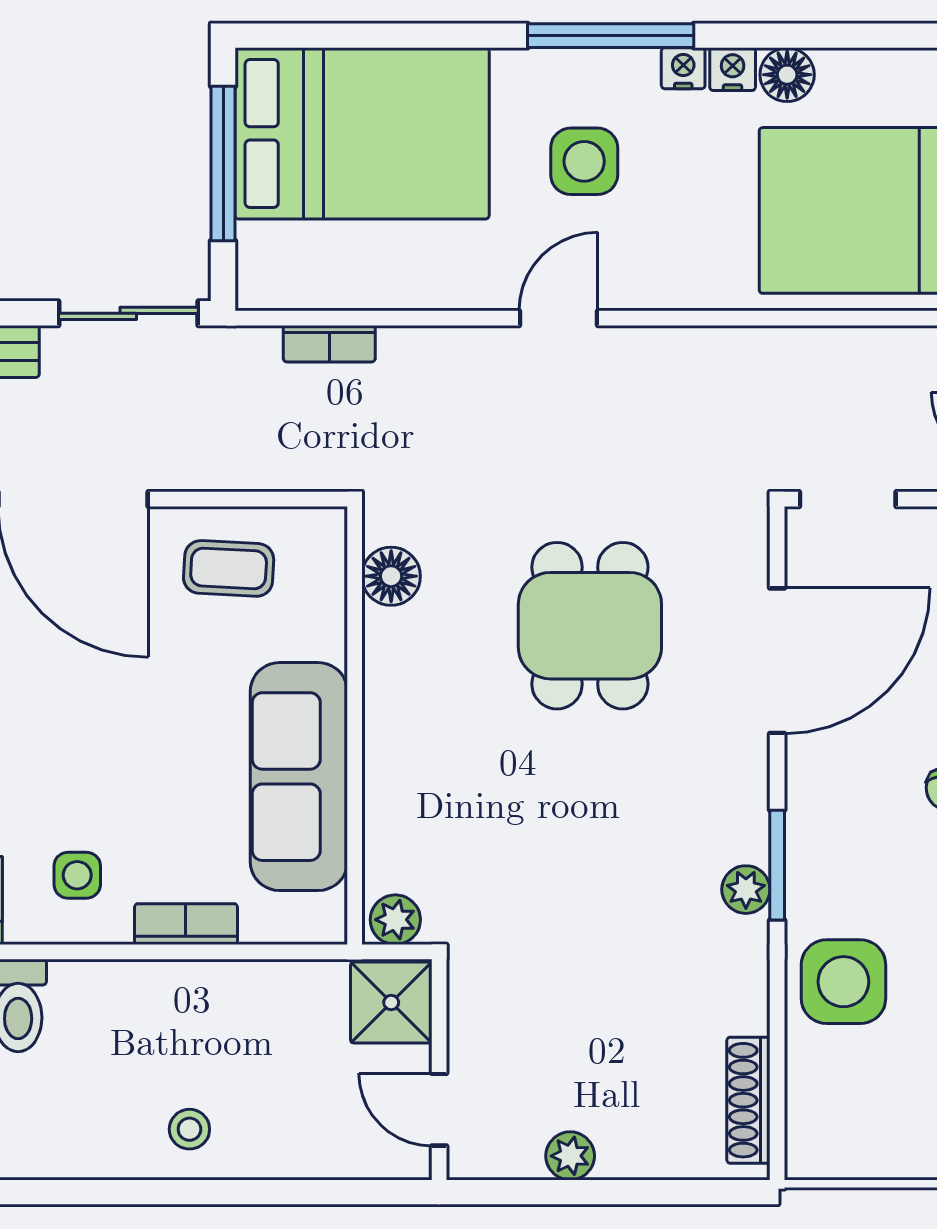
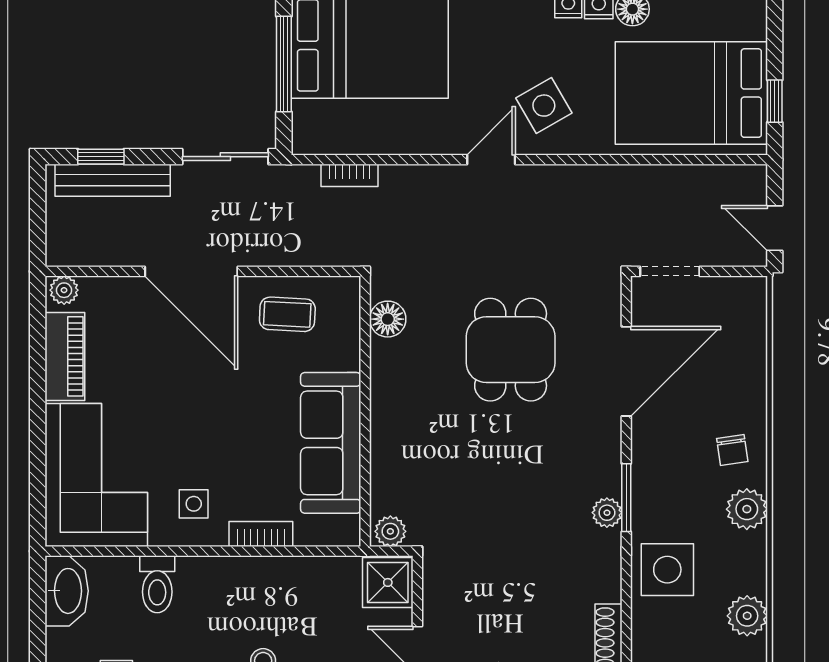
side table: (584, 161) -> (544, 106), moved, turned -30

